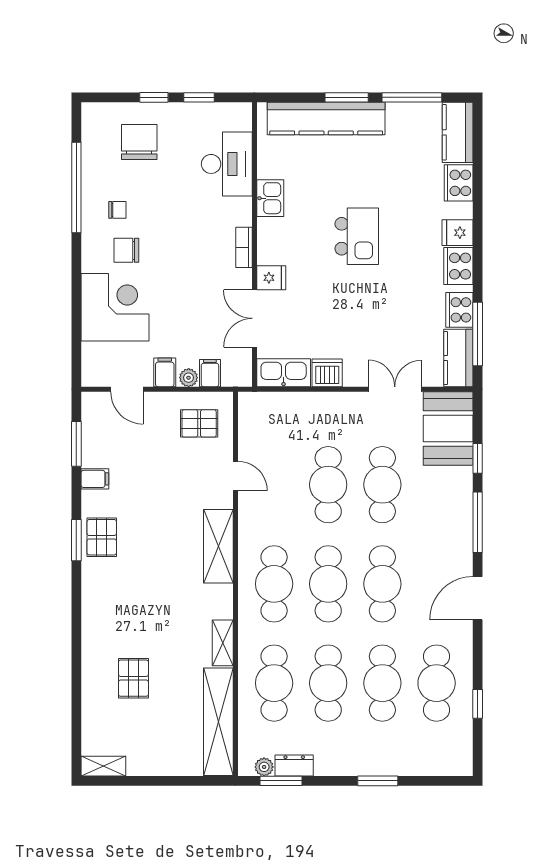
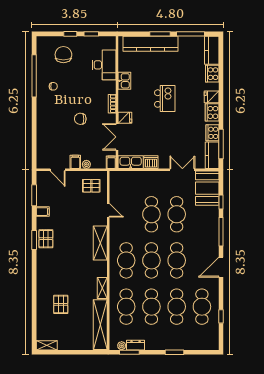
chair: (126, 250) -> (80, 119), moved
corner desk: (115, 307) -> (52, 132), removed
filing cabinet: (210, 373) -> (111, 162), moved

